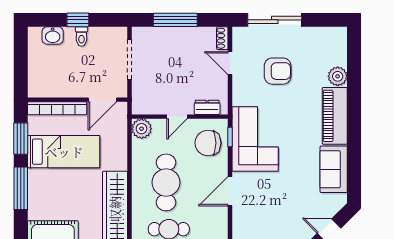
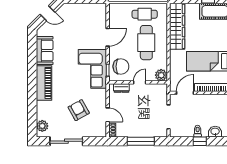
sliding door: (275, 20) -> (66, 141), moved
armchair: (278, 71) -> (79, 110), turned 61
plant: (338, 76) -> (42, 126), moved

